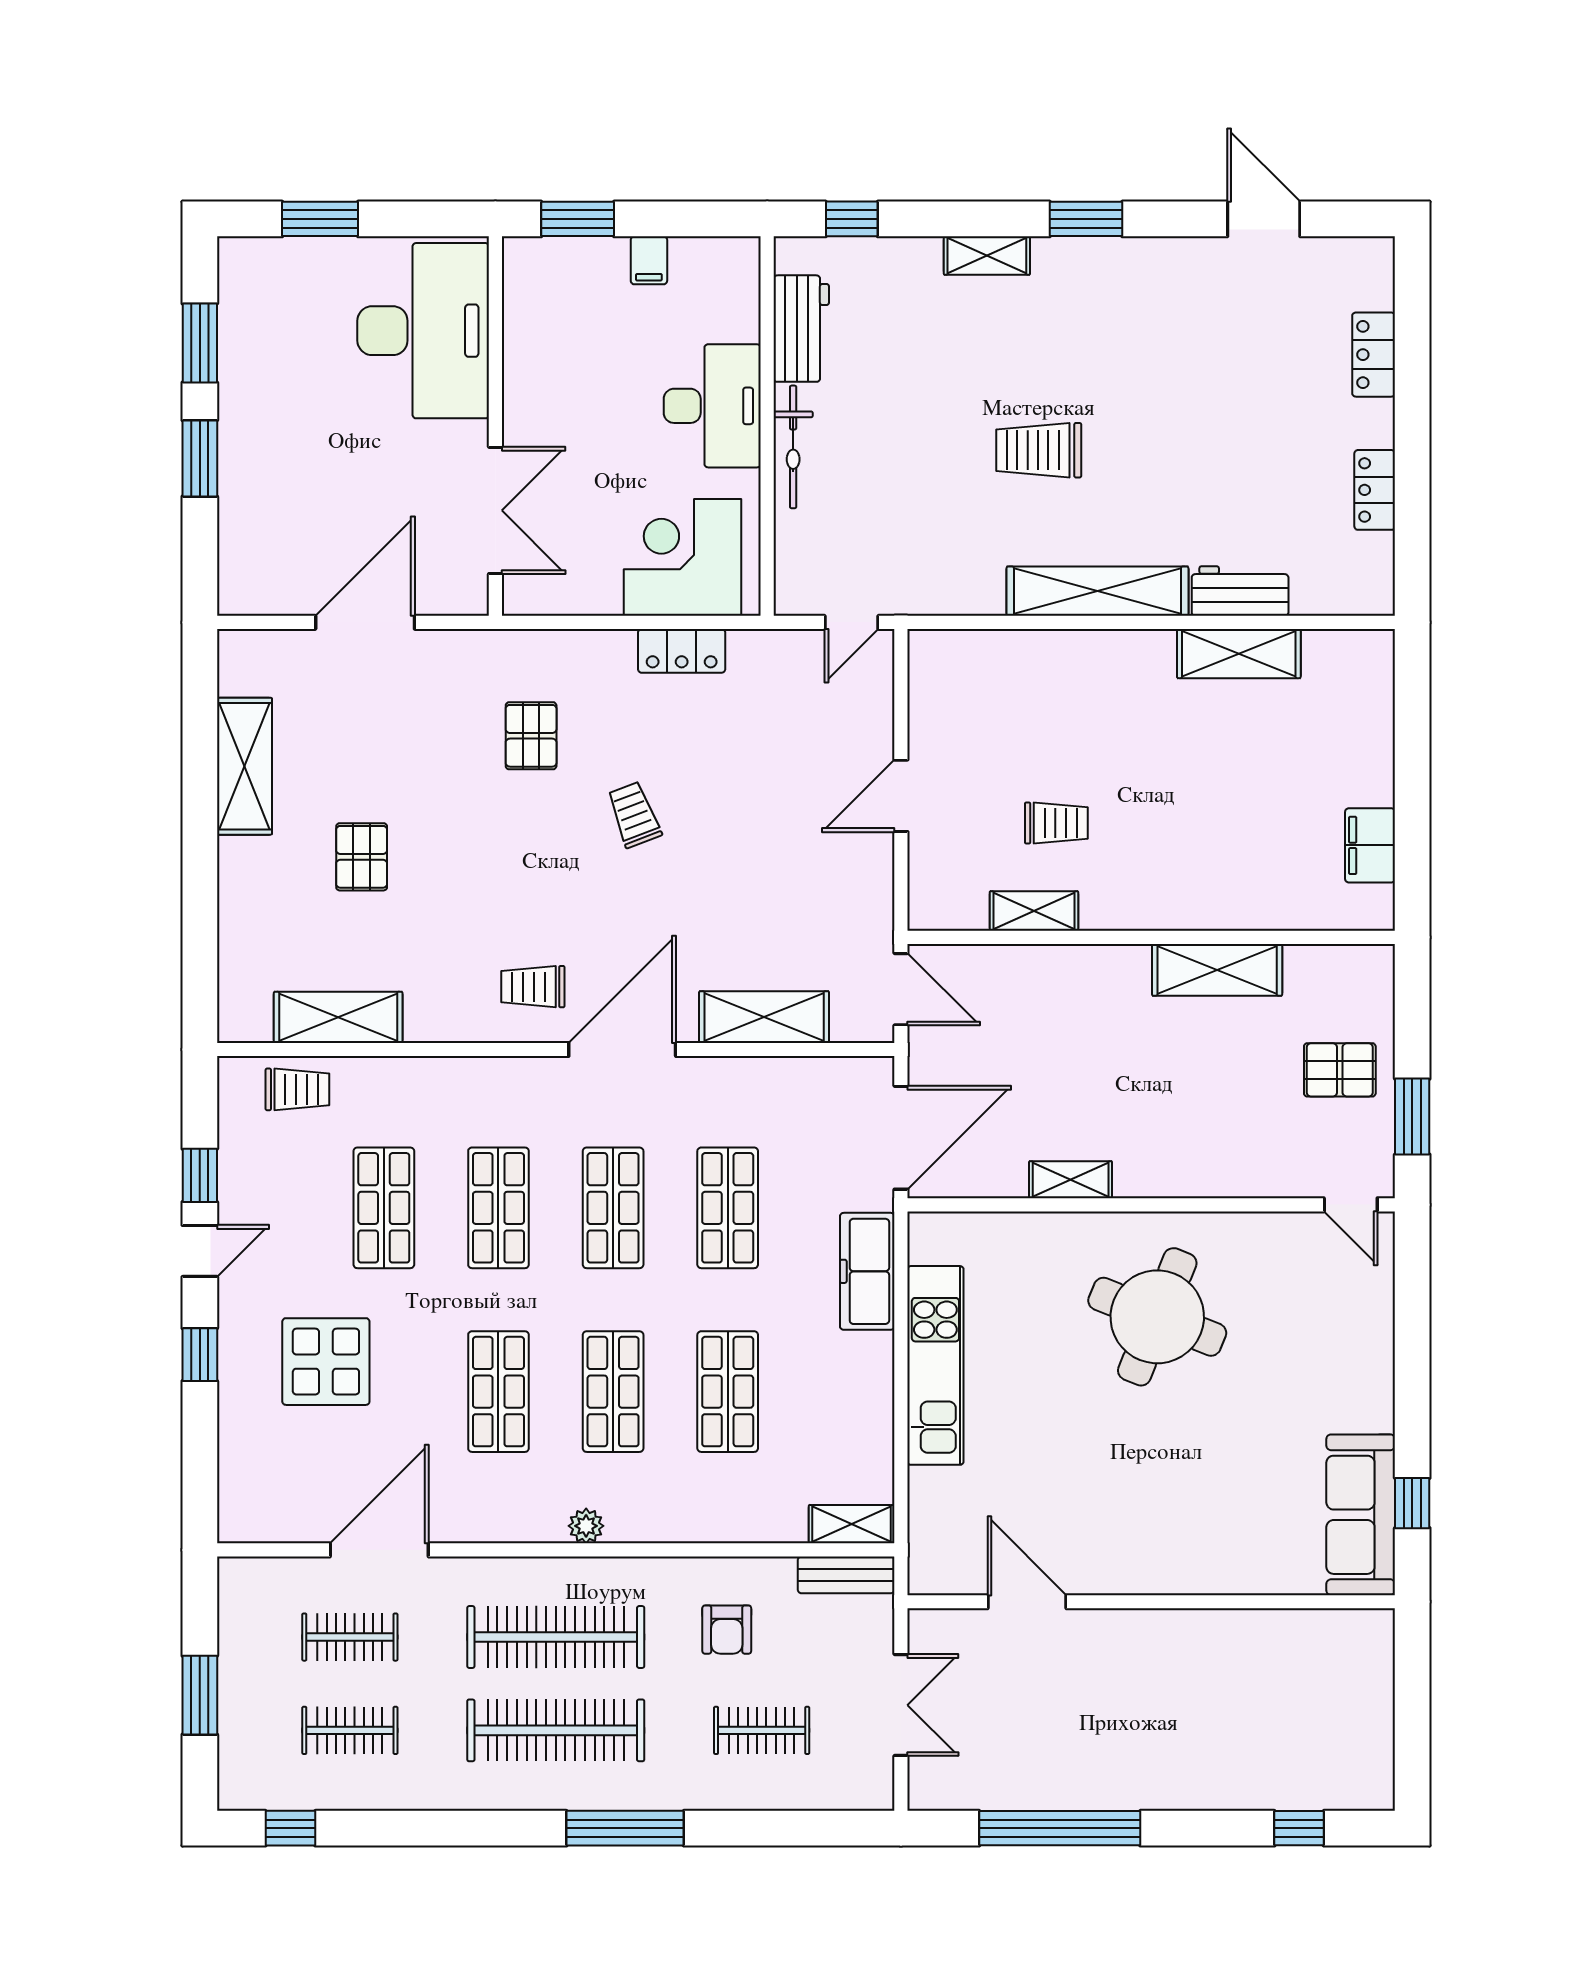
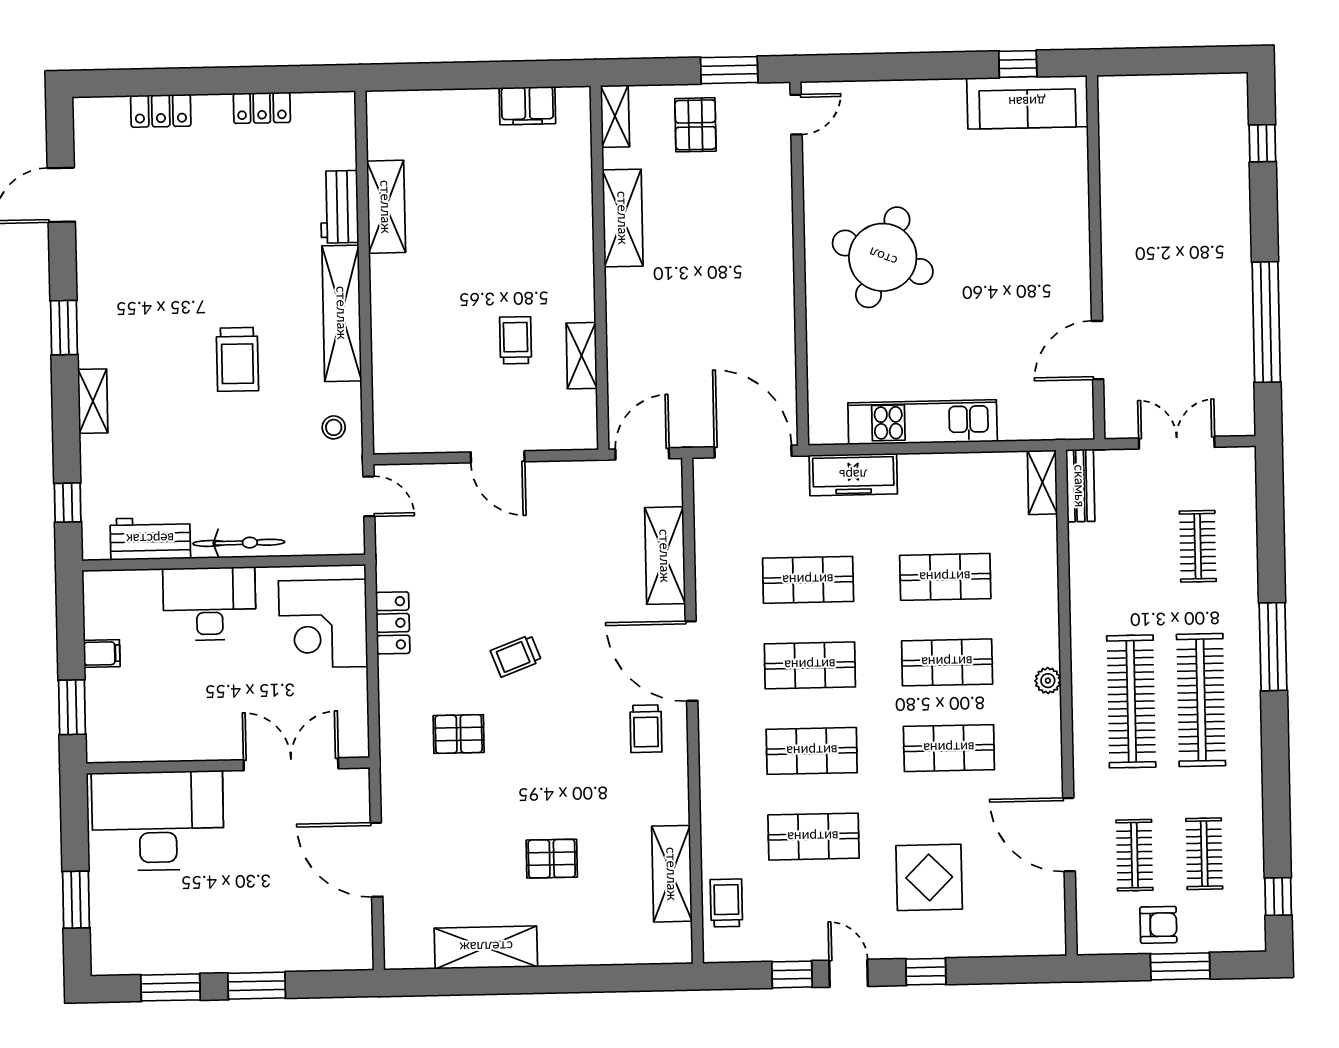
stool: (945, 577) -> (334, 427), added
shelving: (1071, 1180) -> (615, 116), moved
armchair: (727, 1630) -> (1158, 925), moved

